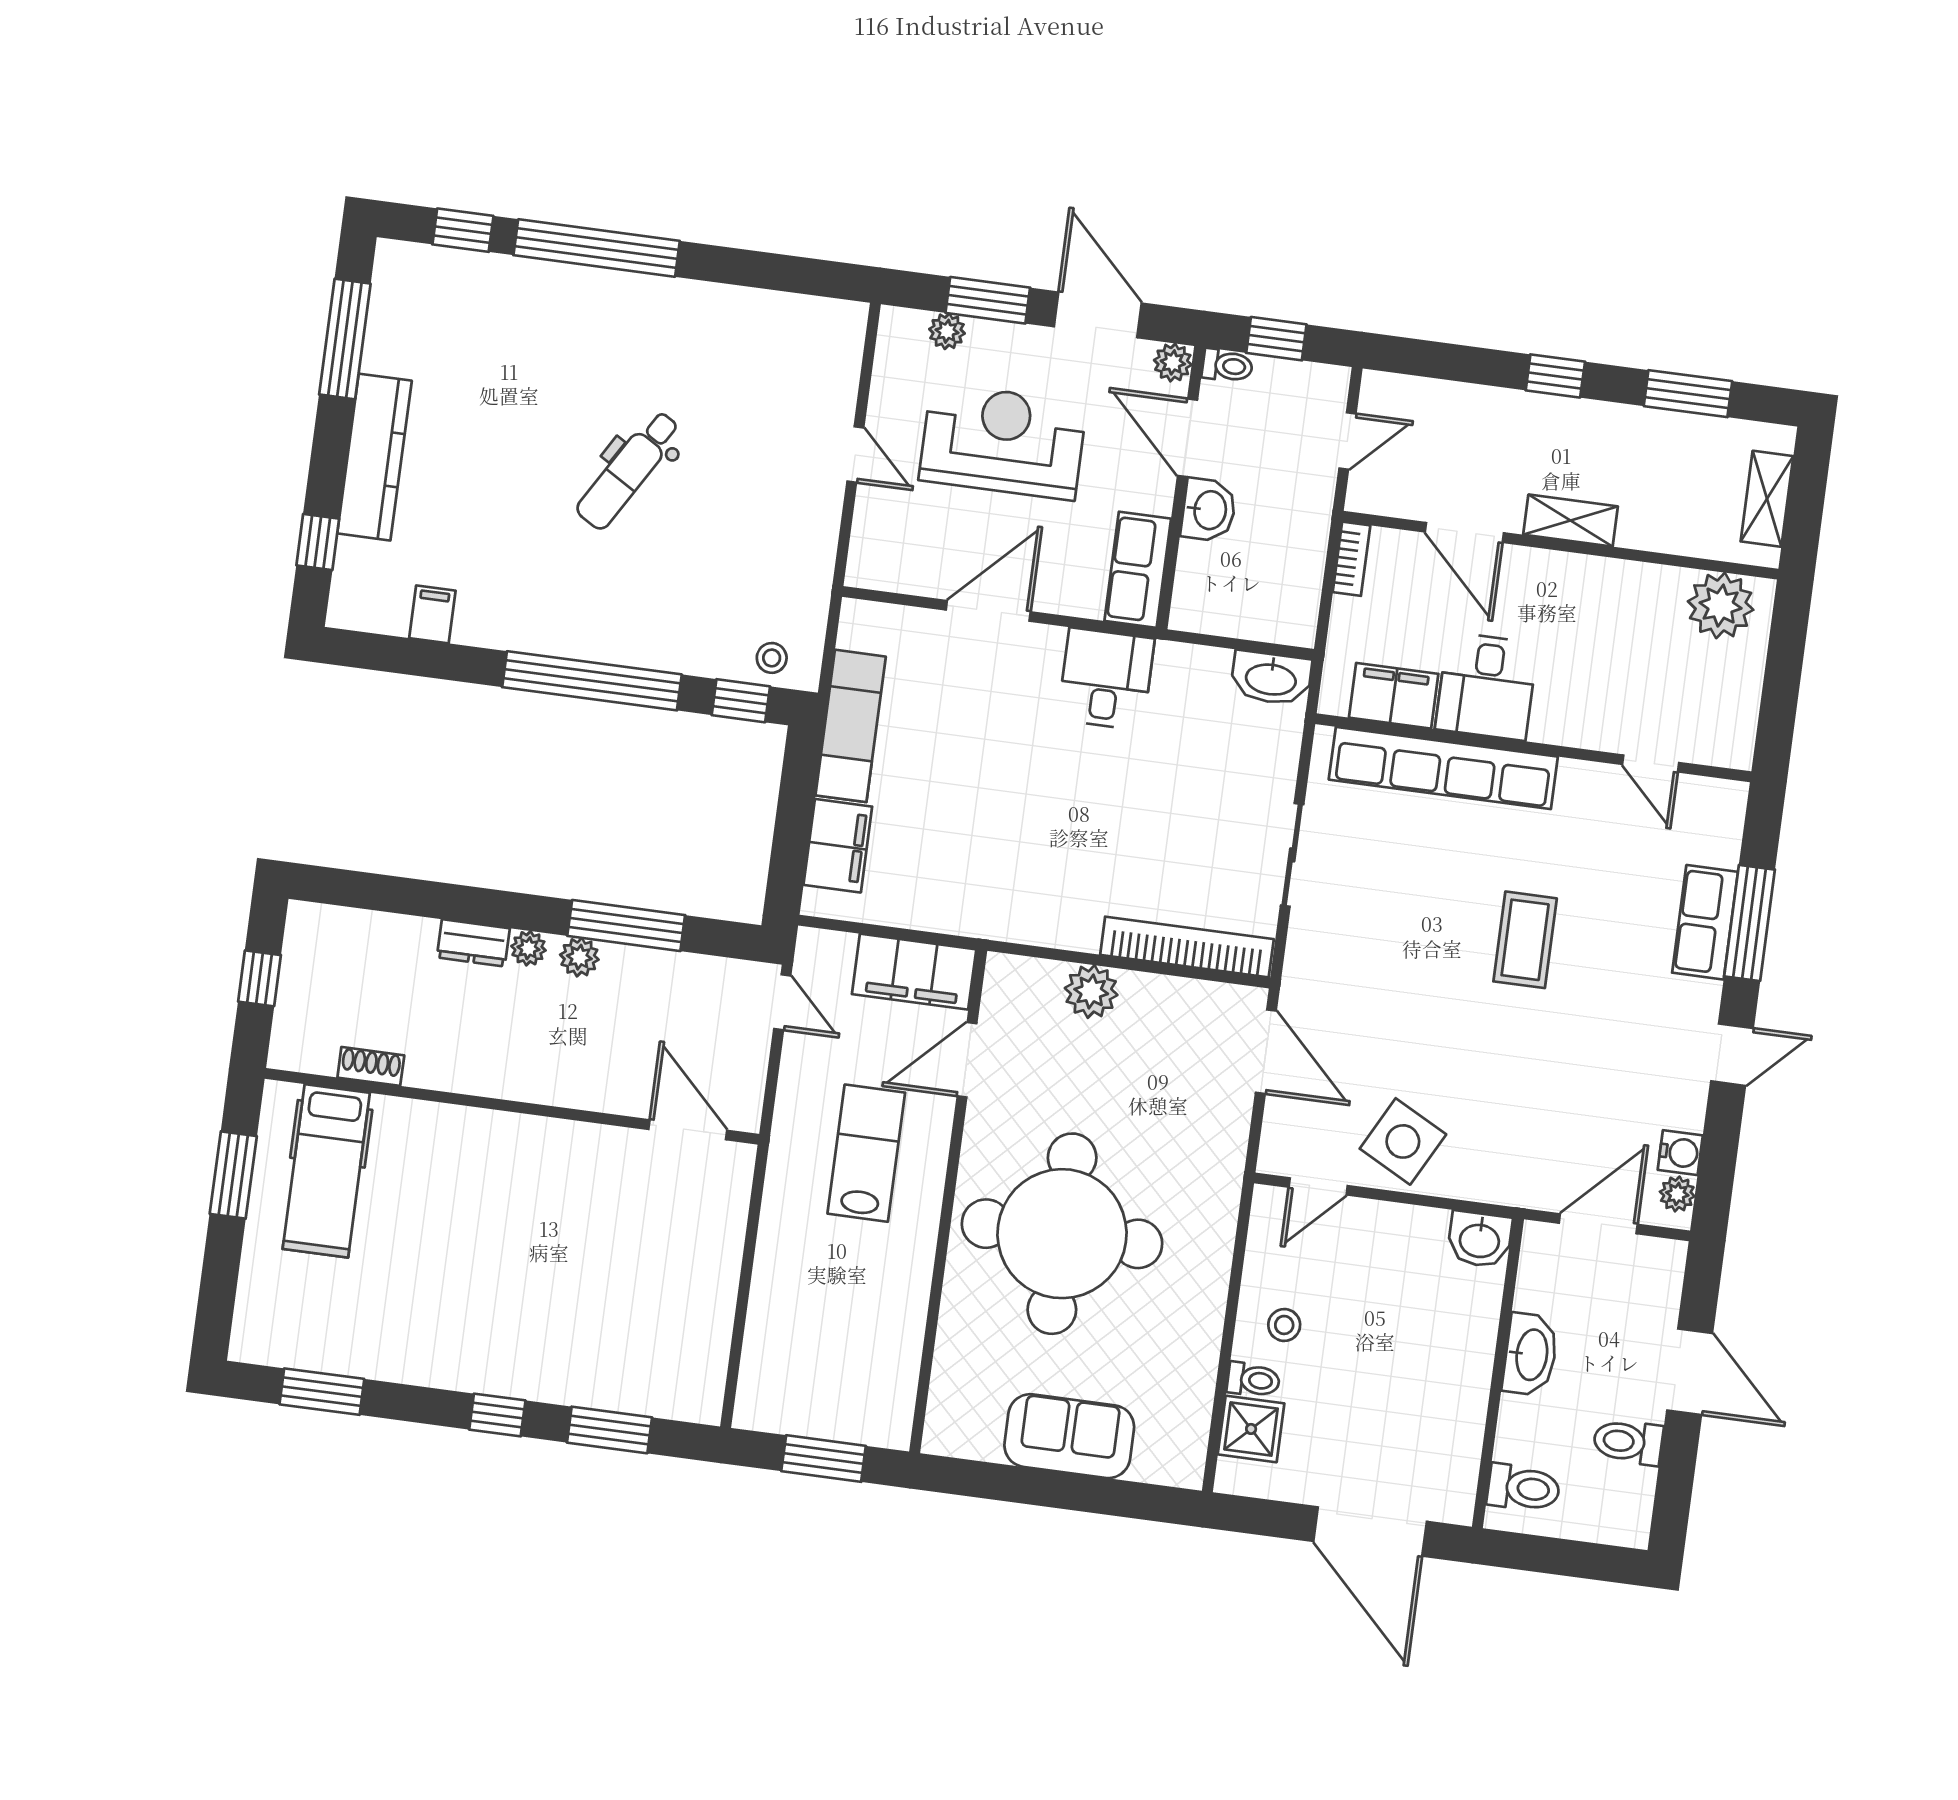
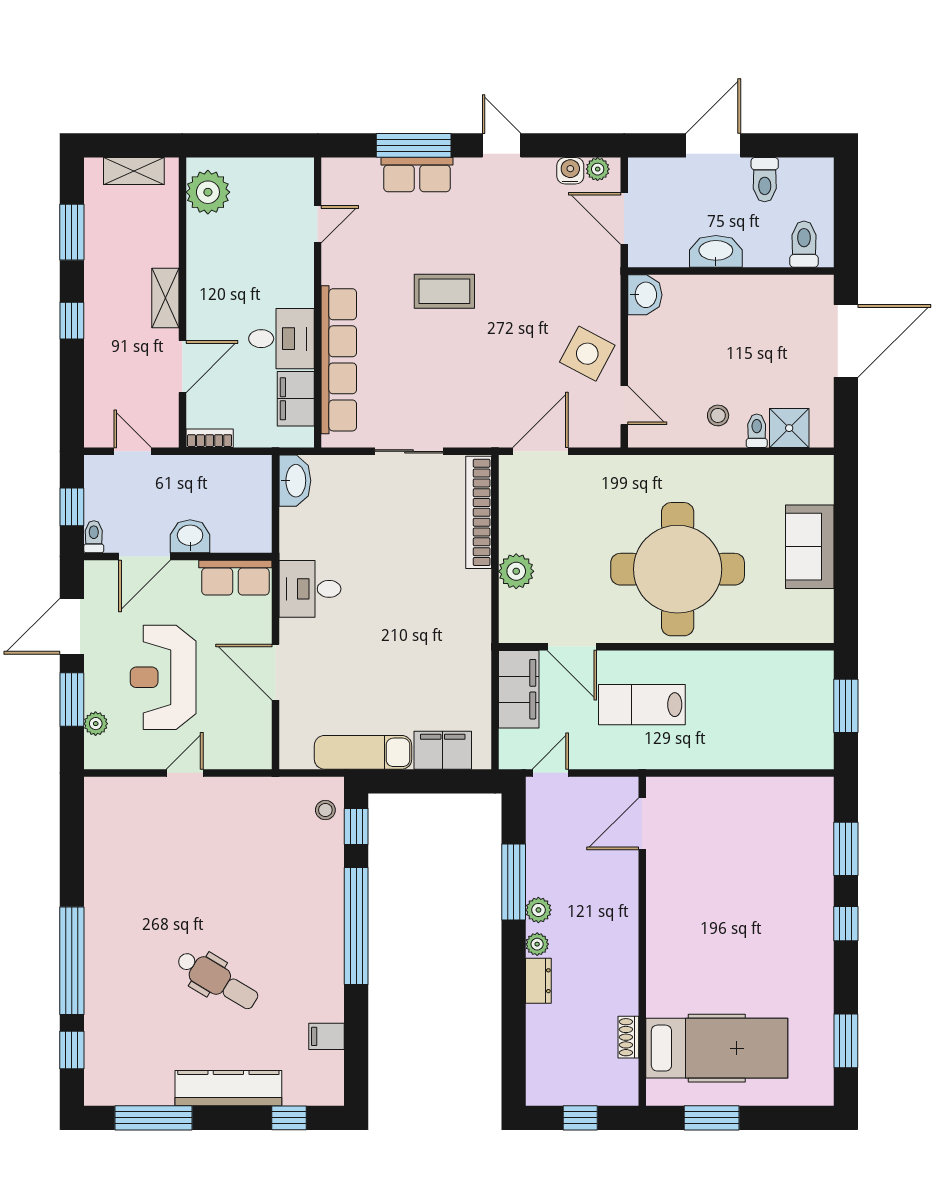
plant: (1173, 362) -> (96, 573), removed
dental chair: (629, 470) -> (217, 980), moved
hospital bed: (326, 1171) -> (717, 1048), width x1.37, depth x1.29

